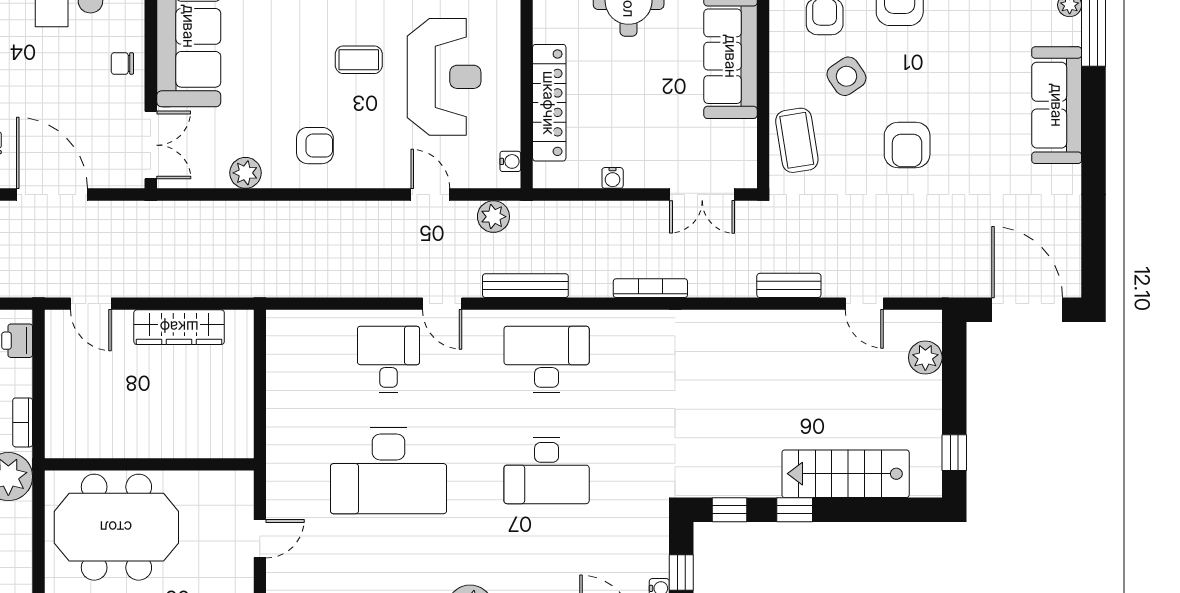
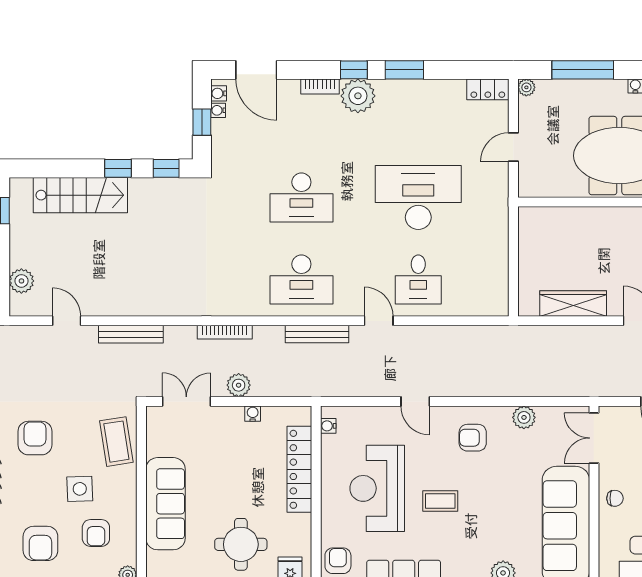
side table: (846, 76) -> (80, 489), turned 32
door: (430, 195) -> (415, 401), moved
plant: (493, 217) -> (239, 385), moved
bench: (789, 285) -> (131, 334), width x1.36
desk: (547, 470) -> (301, 198), turned 180

